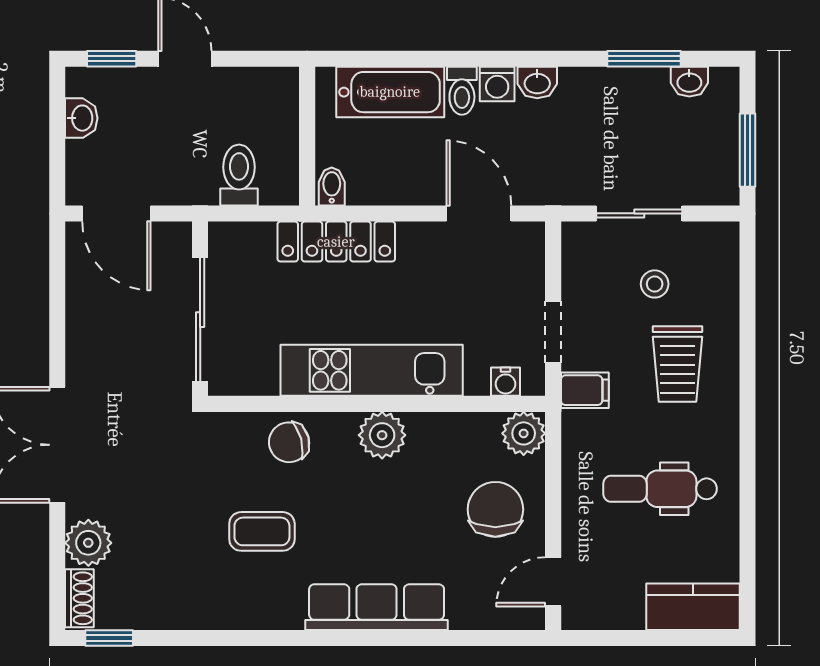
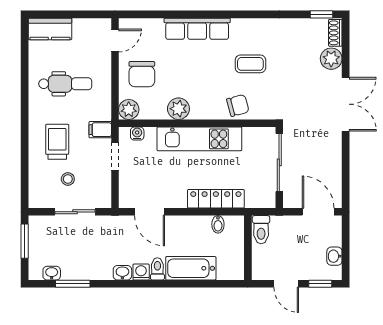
wall: (307, 136) -> (248, 248), moved
plant: (382, 435) -> (178, 109), moved

